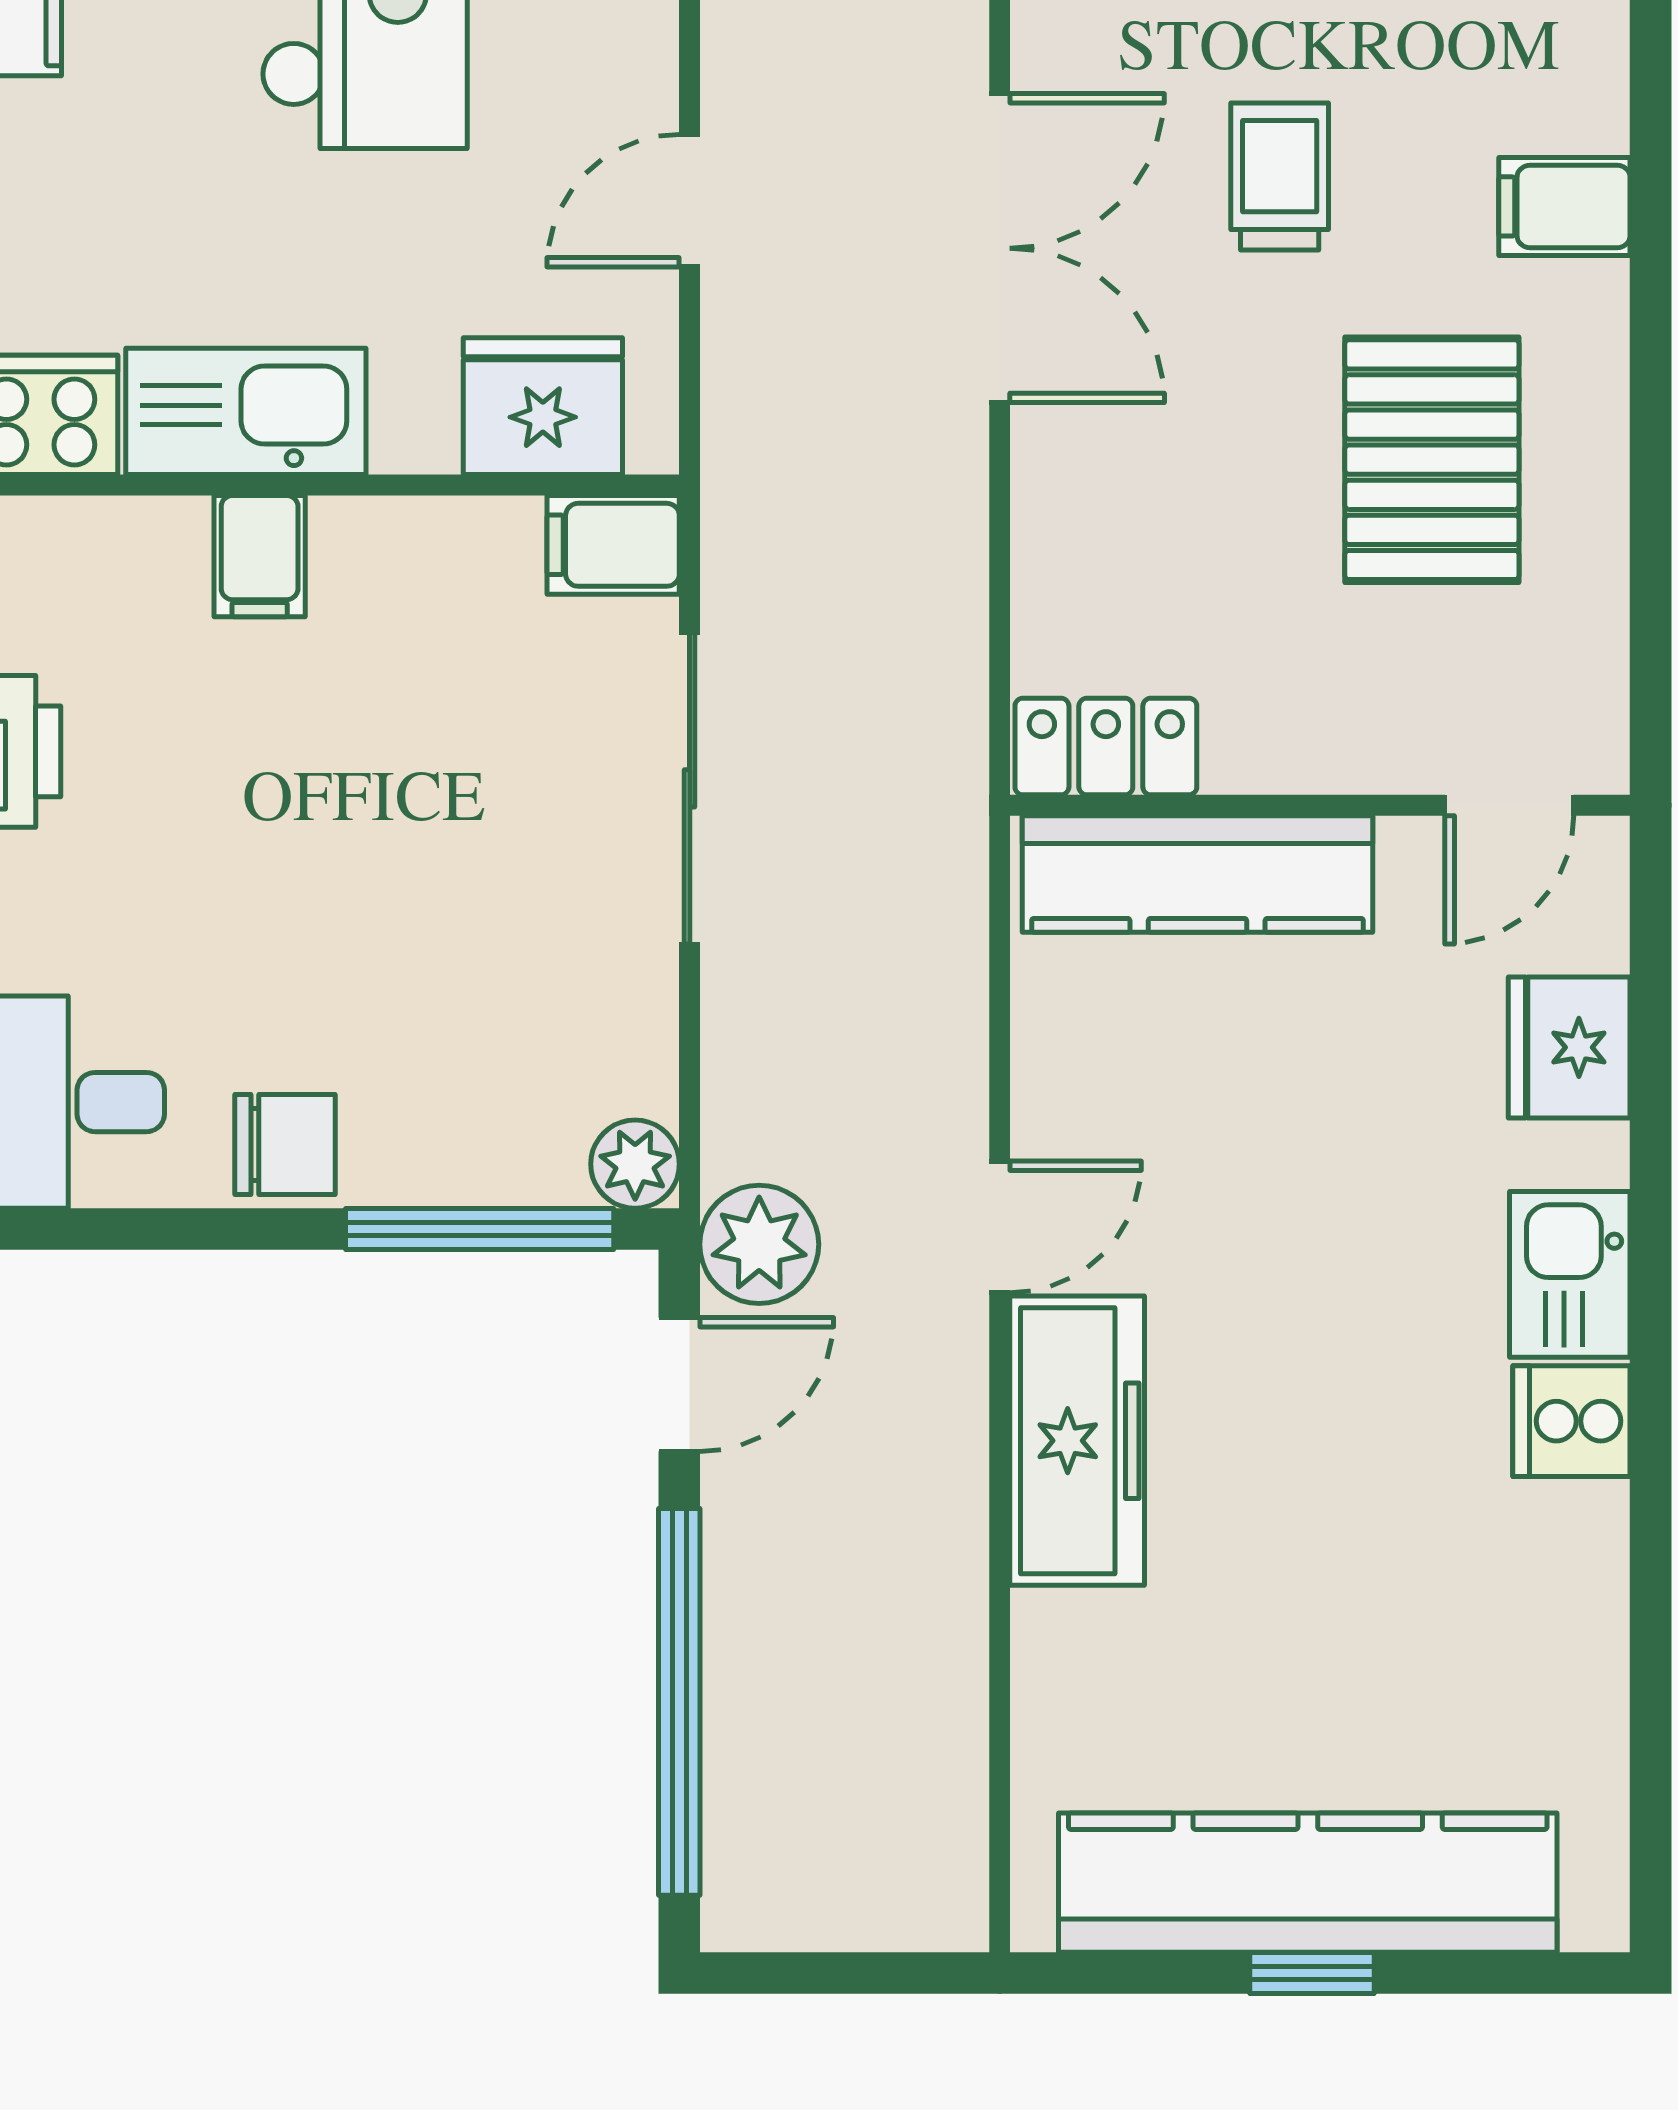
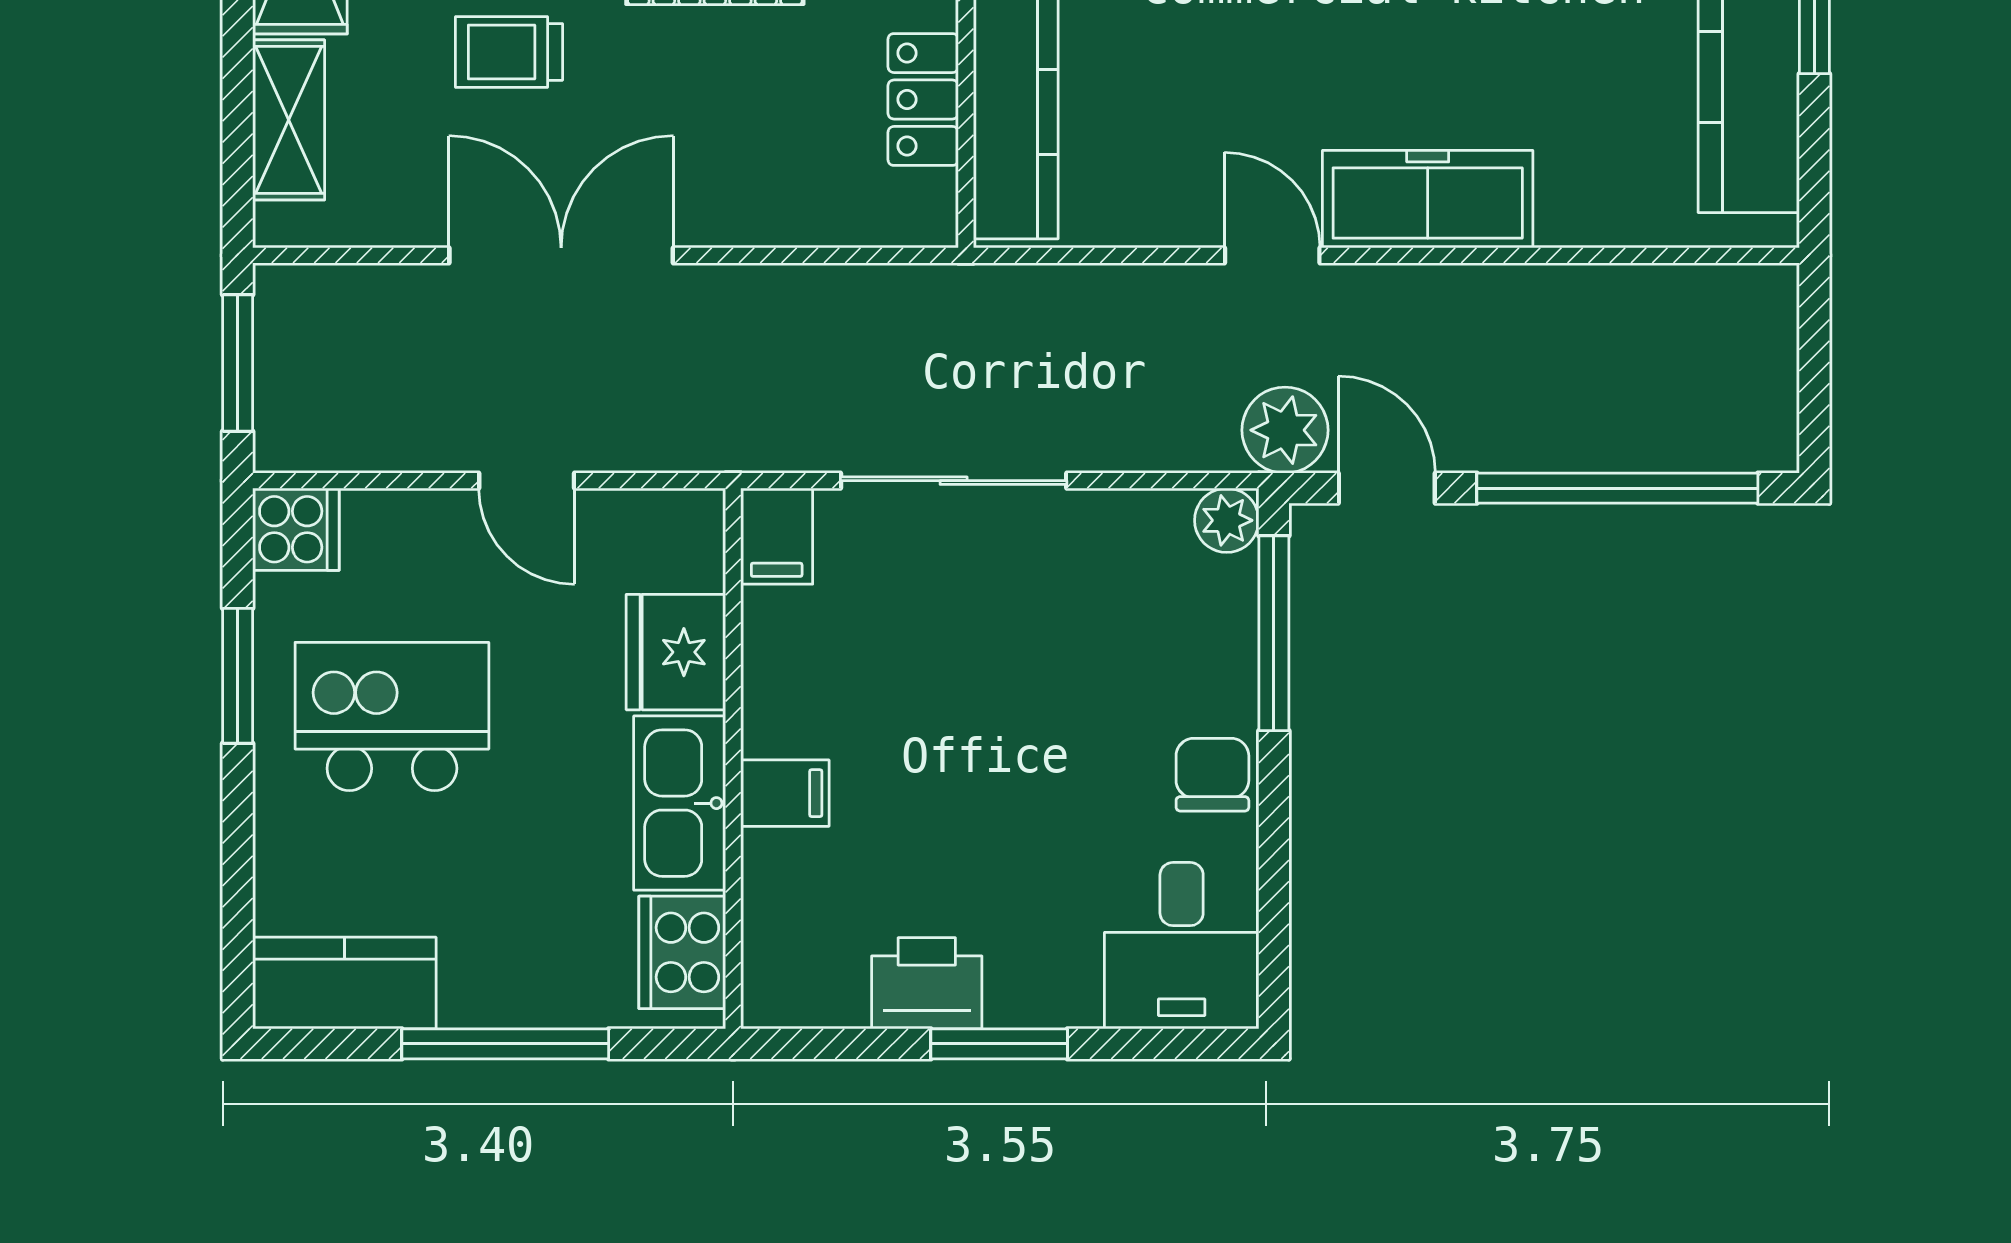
fridge: (543, 406) -> (676, 652), moved
locker: (1106, 746) -> (923, 100), moved

